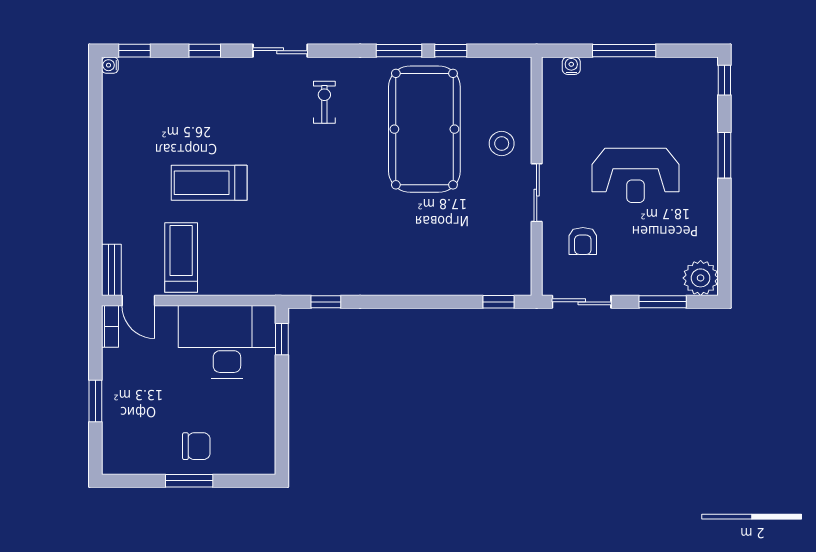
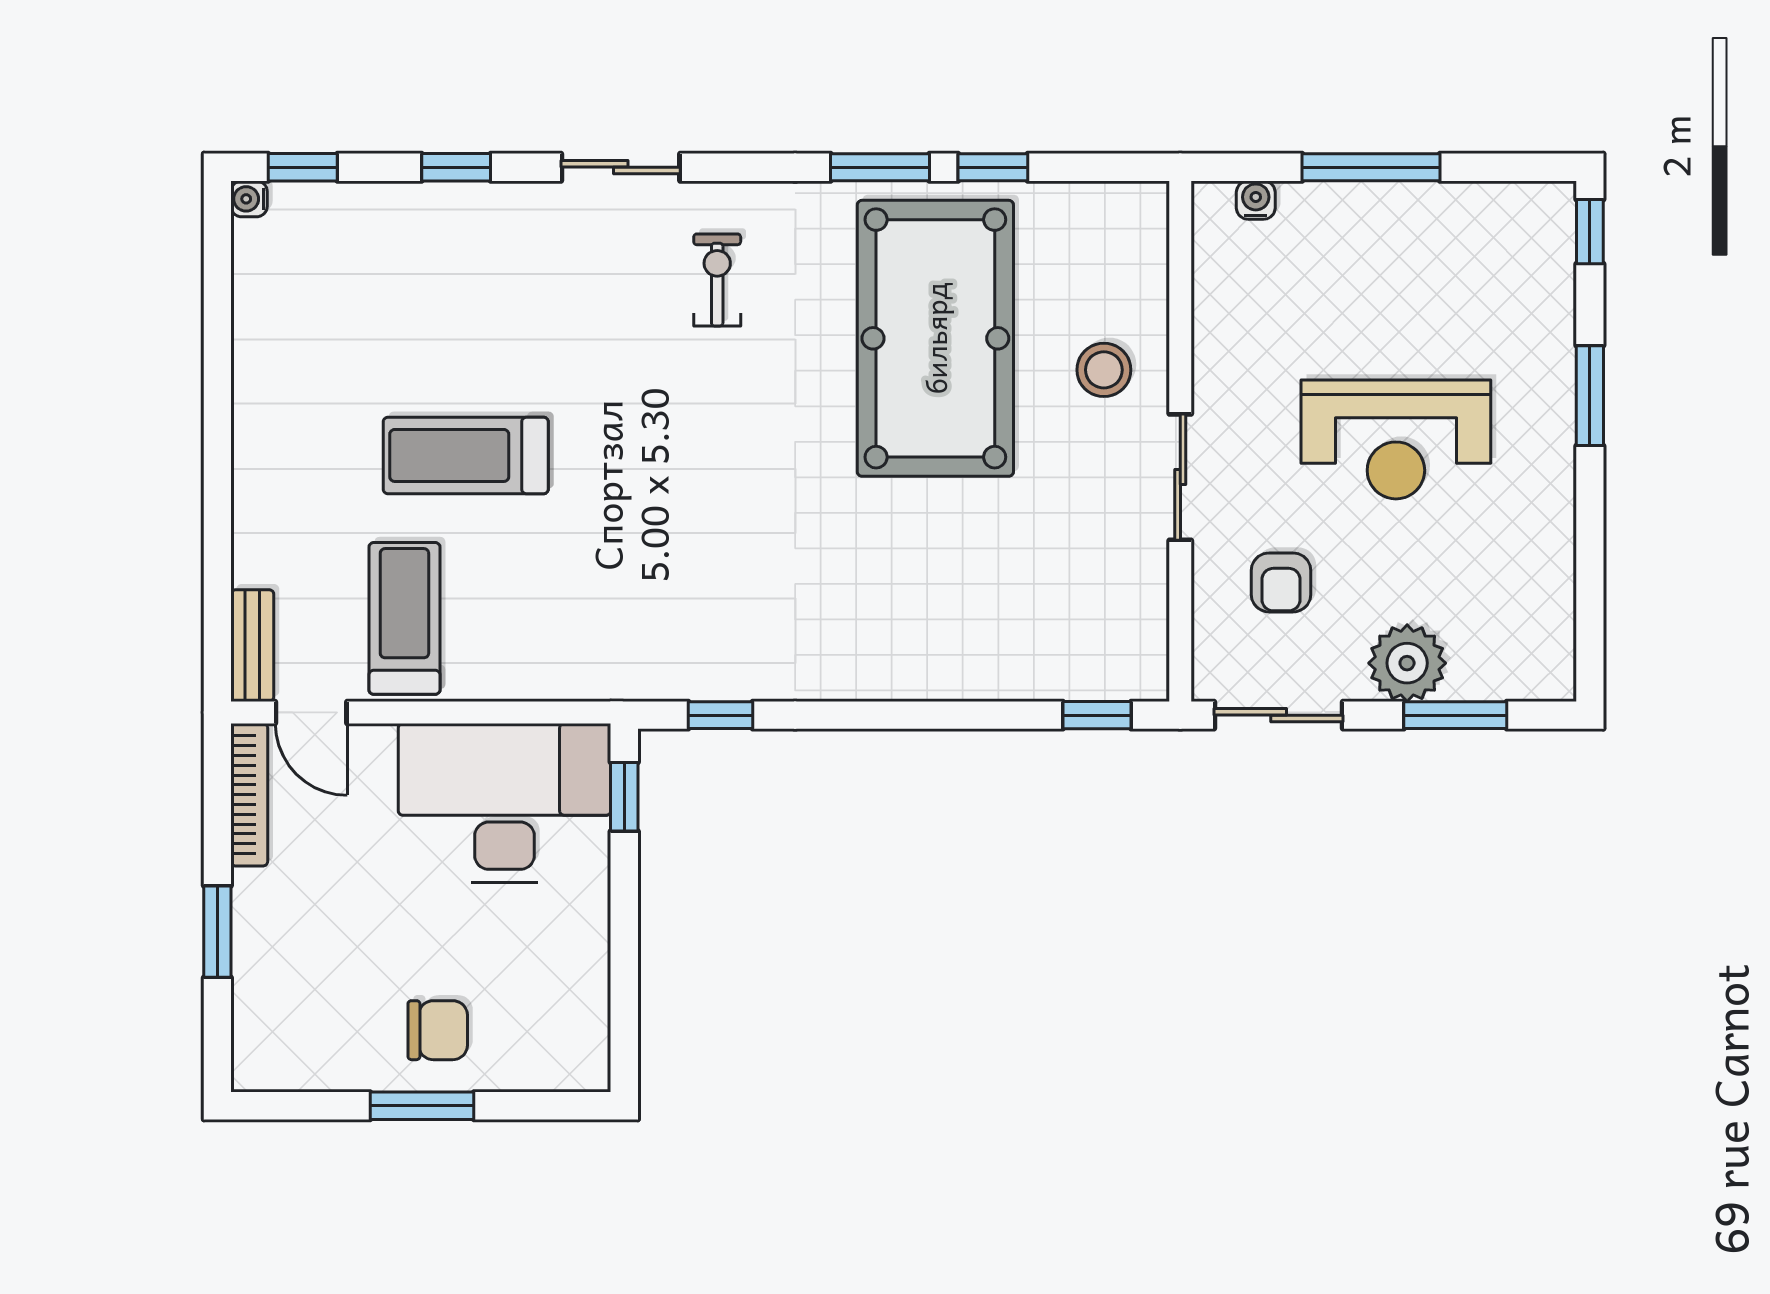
plant: (701, 278) -> (1407, 663), moved
bookcase: (110, 326) -> (249, 795), width x1.56

